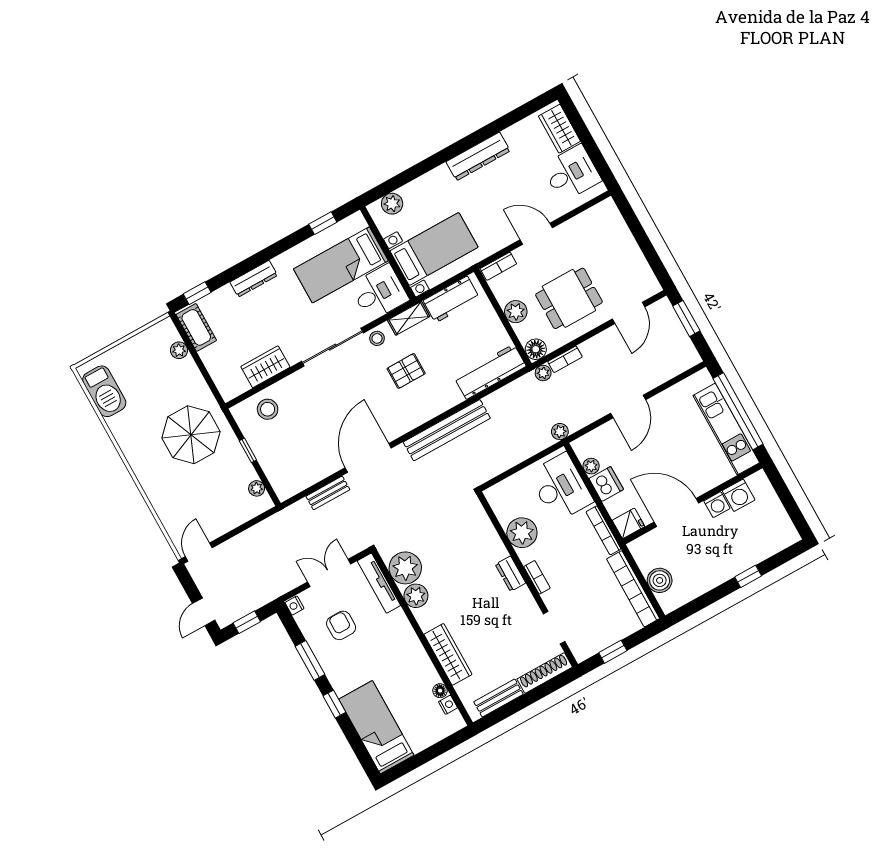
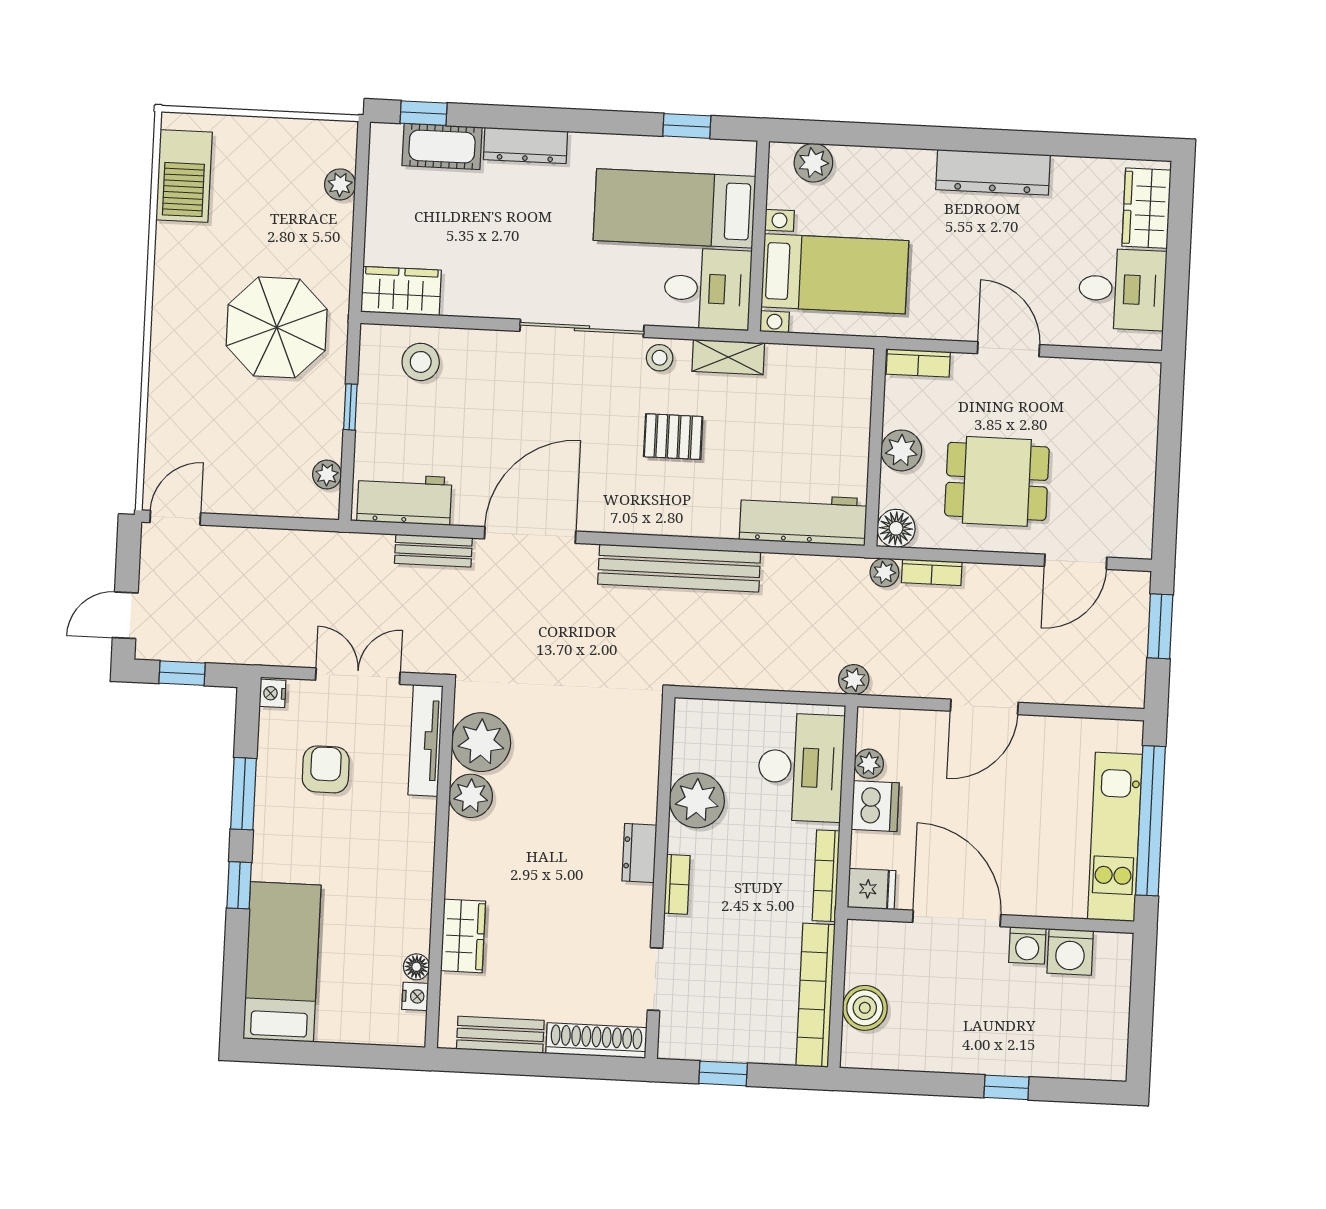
workbench: (451, 299) -> (404, 499), moved, turned 180
cot: (196, 327) -> (442, 146), moved, turned 90
wardrobe: (265, 367) -> (401, 291), moved
wardrobe: (448, 654) -> (463, 936), width x0.67

